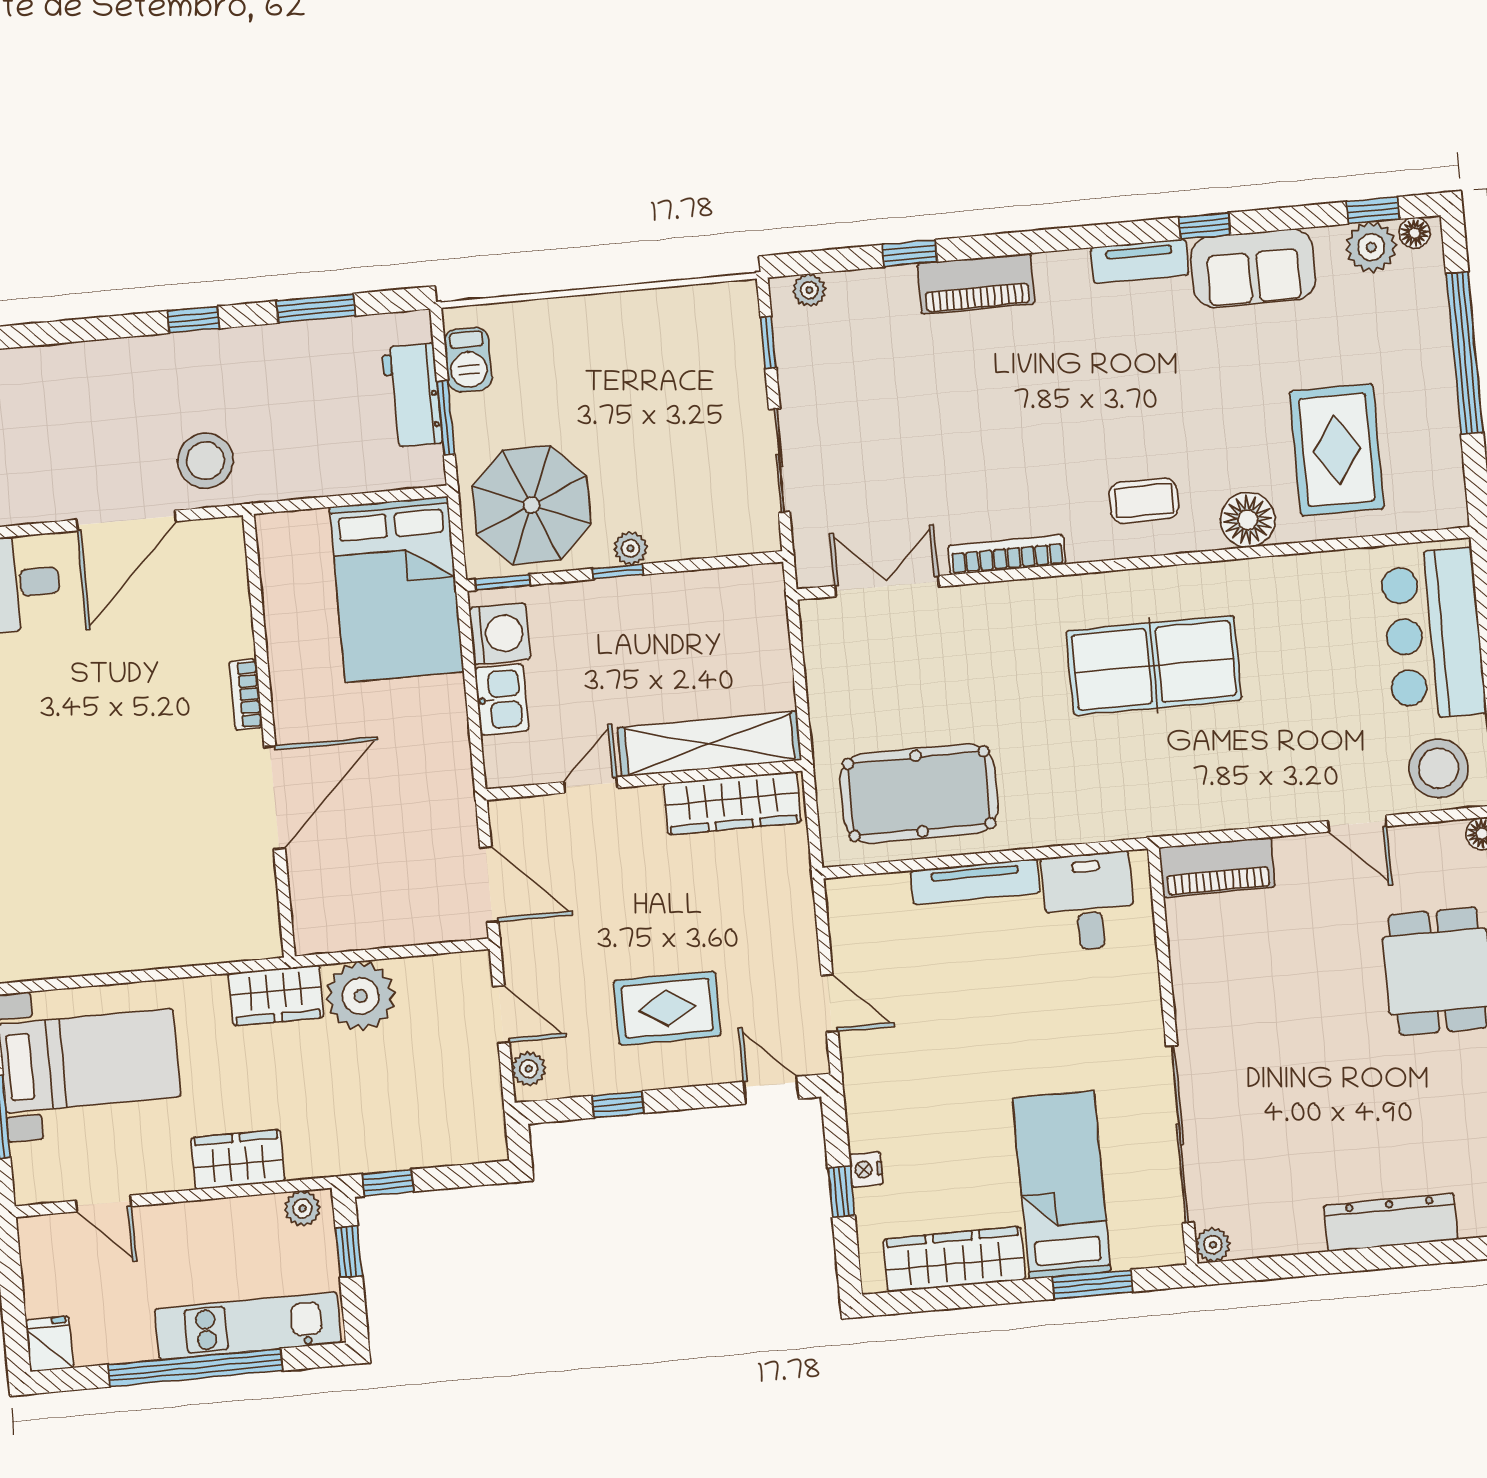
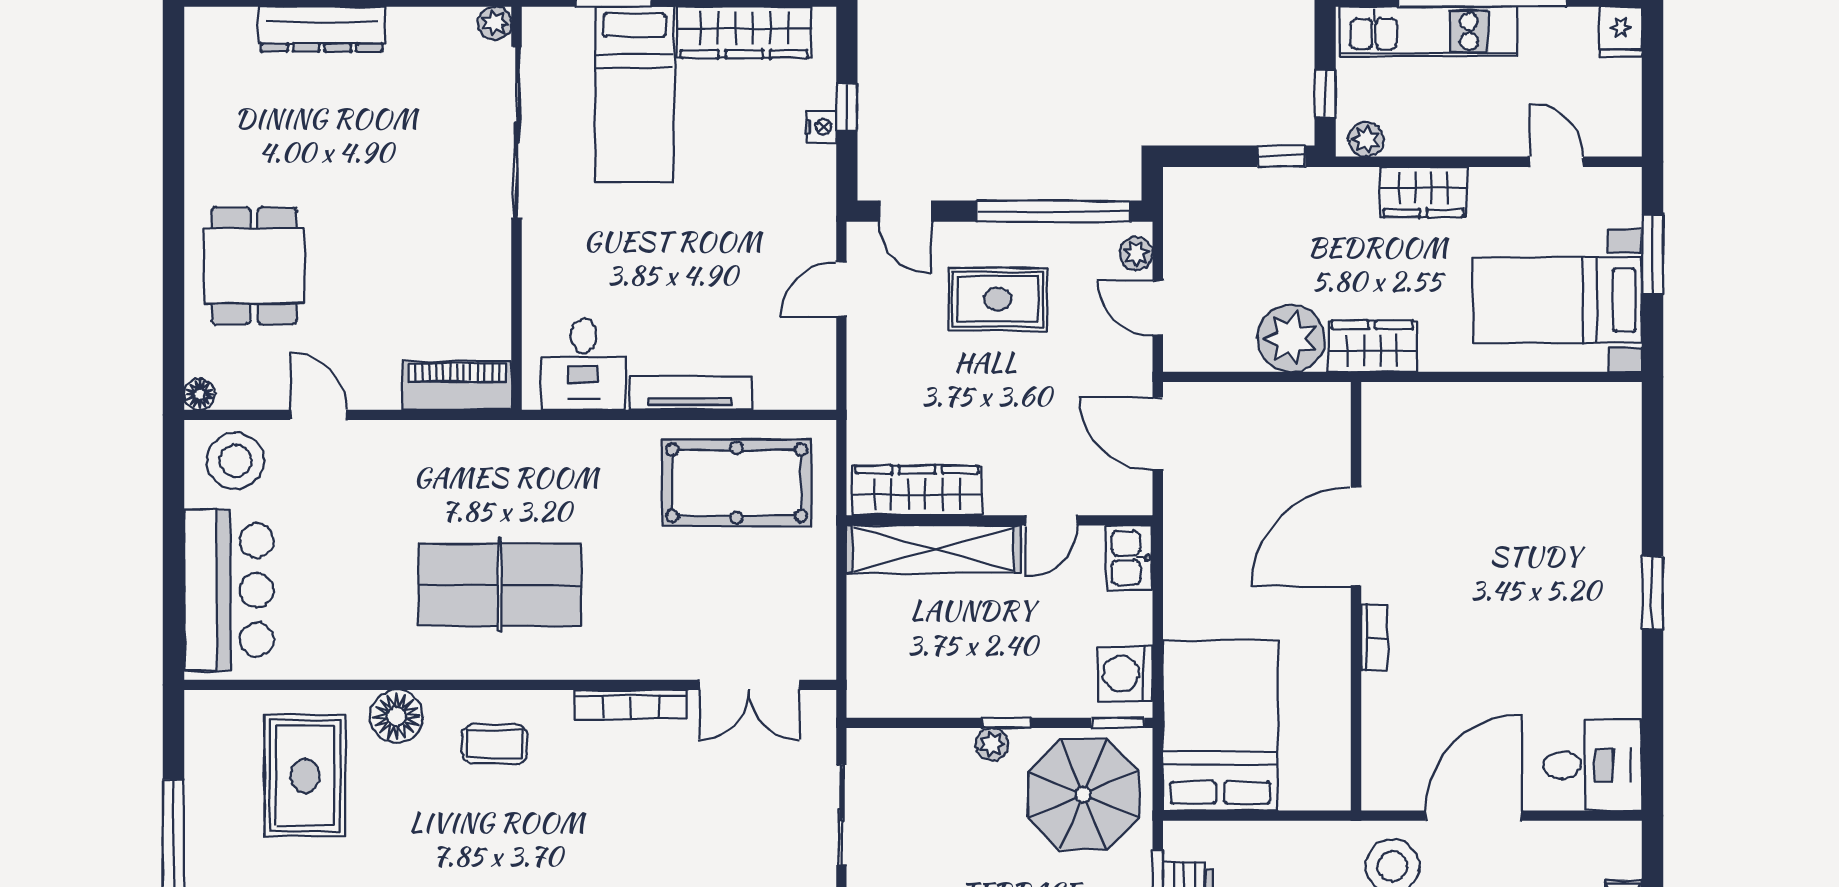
kitchen sink: (502, 699) -> (1129, 558), moved
door: (830, 1003) -> (841, 289), hinge flipped
window: (618, 1104) -> (1054, 211), width x3.17

